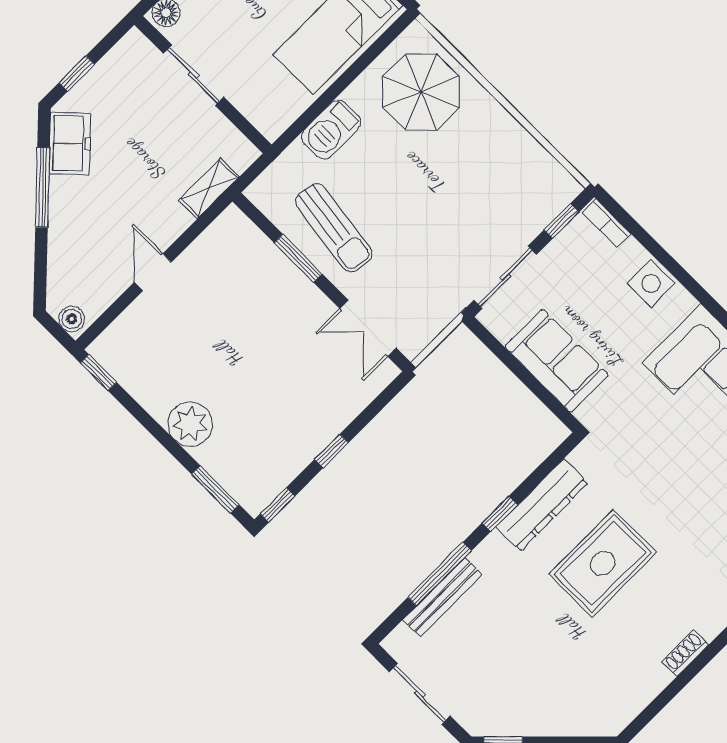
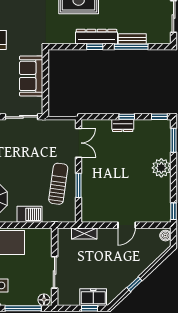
freezer: (70, 143) -> (93, 297), moved, turned 44
window: (43, 187) -> (134, 284), width x0.46
dresser: (324, 430) -> (123, 126), added
dresser: (542, 505) -> (96, 37), moved
bench: (443, 597) -> (132, 39), width x0.73

